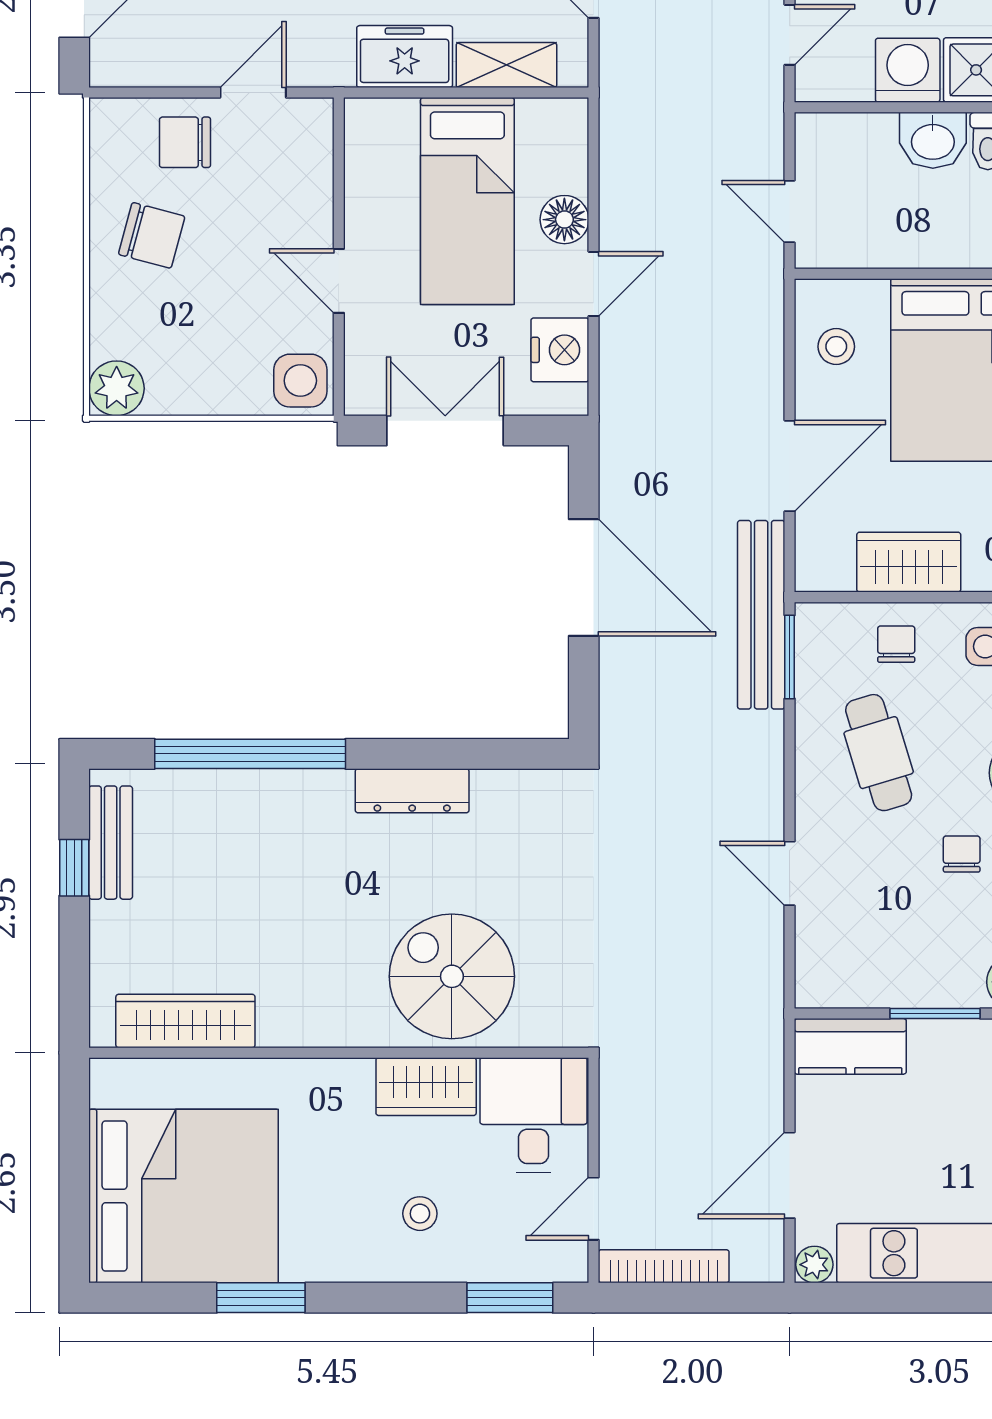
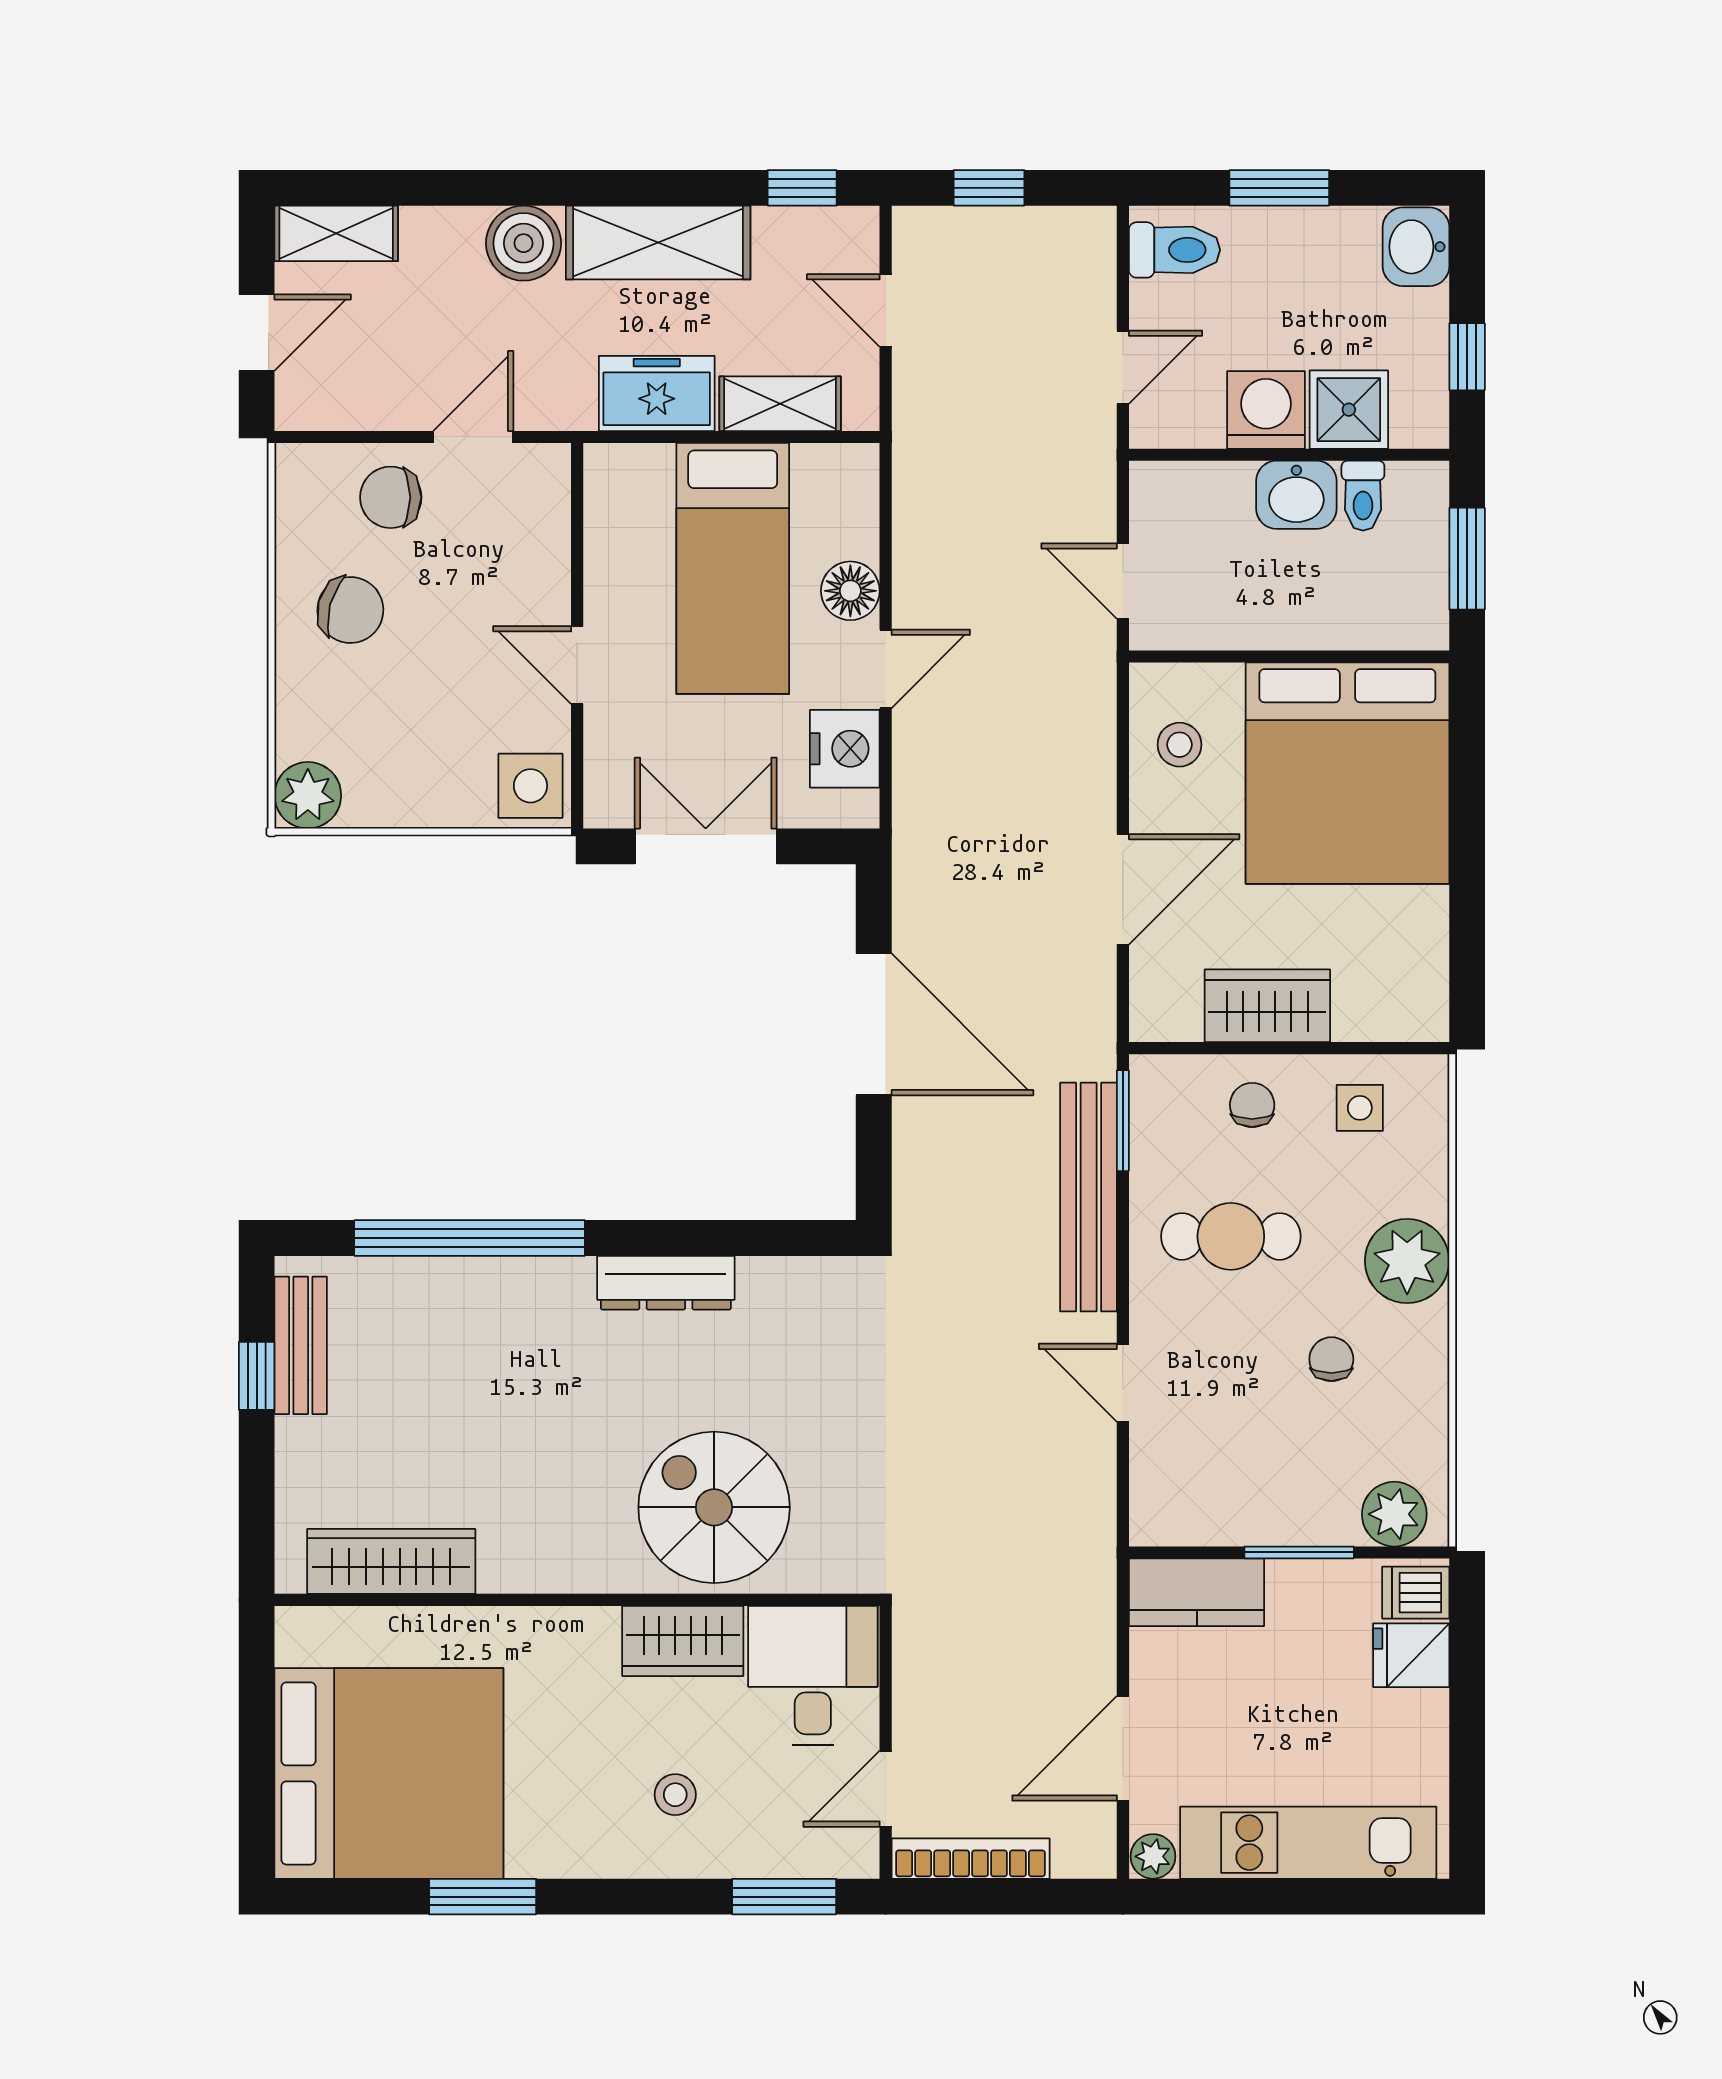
bench: (761, 615) -> (1089, 1197), moved
cafe table: (879, 753) -> (1231, 1236), turned -73

